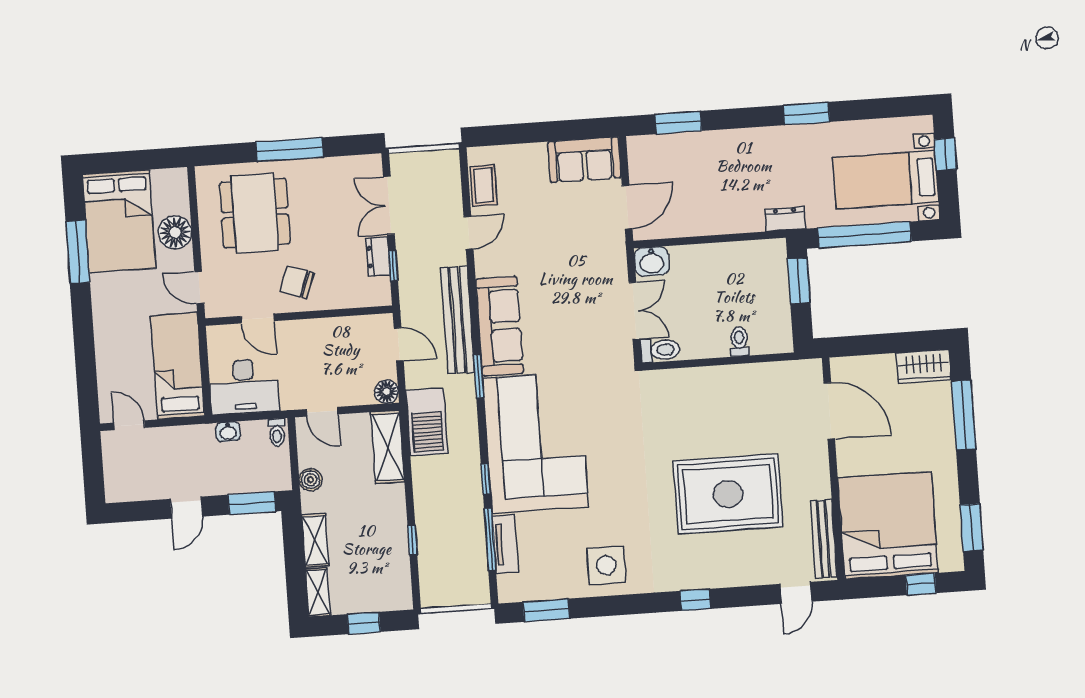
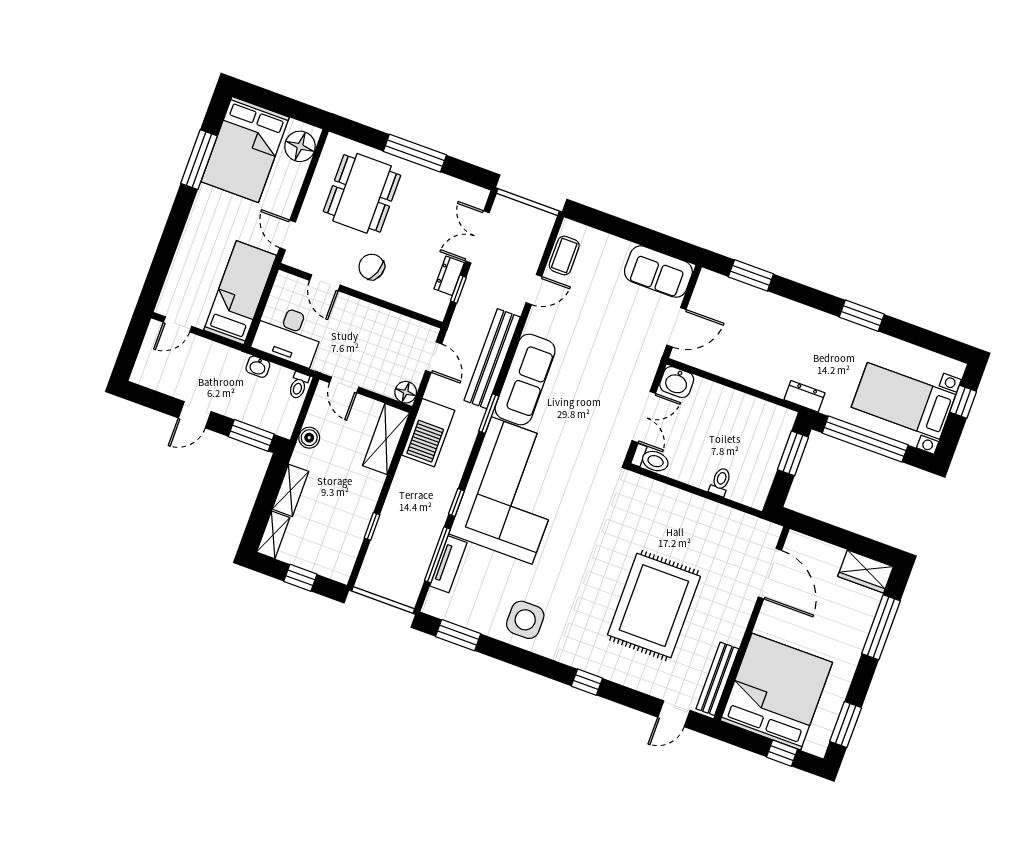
floor lamp: (175, 232) -> (300, 146), moved
door: (129, 425) -> (178, 324), swing flipped
rug: (728, 494) -> (654, 606), turned 90

